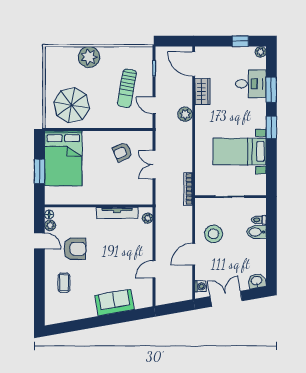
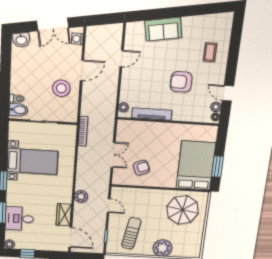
sun lounger: (127, 88) -> (131, 233), moved
window: (39, 171) -> (217, 167), moved
bidet: (257, 232) -> (19, 110), moved
armchair: (75, 249) -> (181, 82), moved

